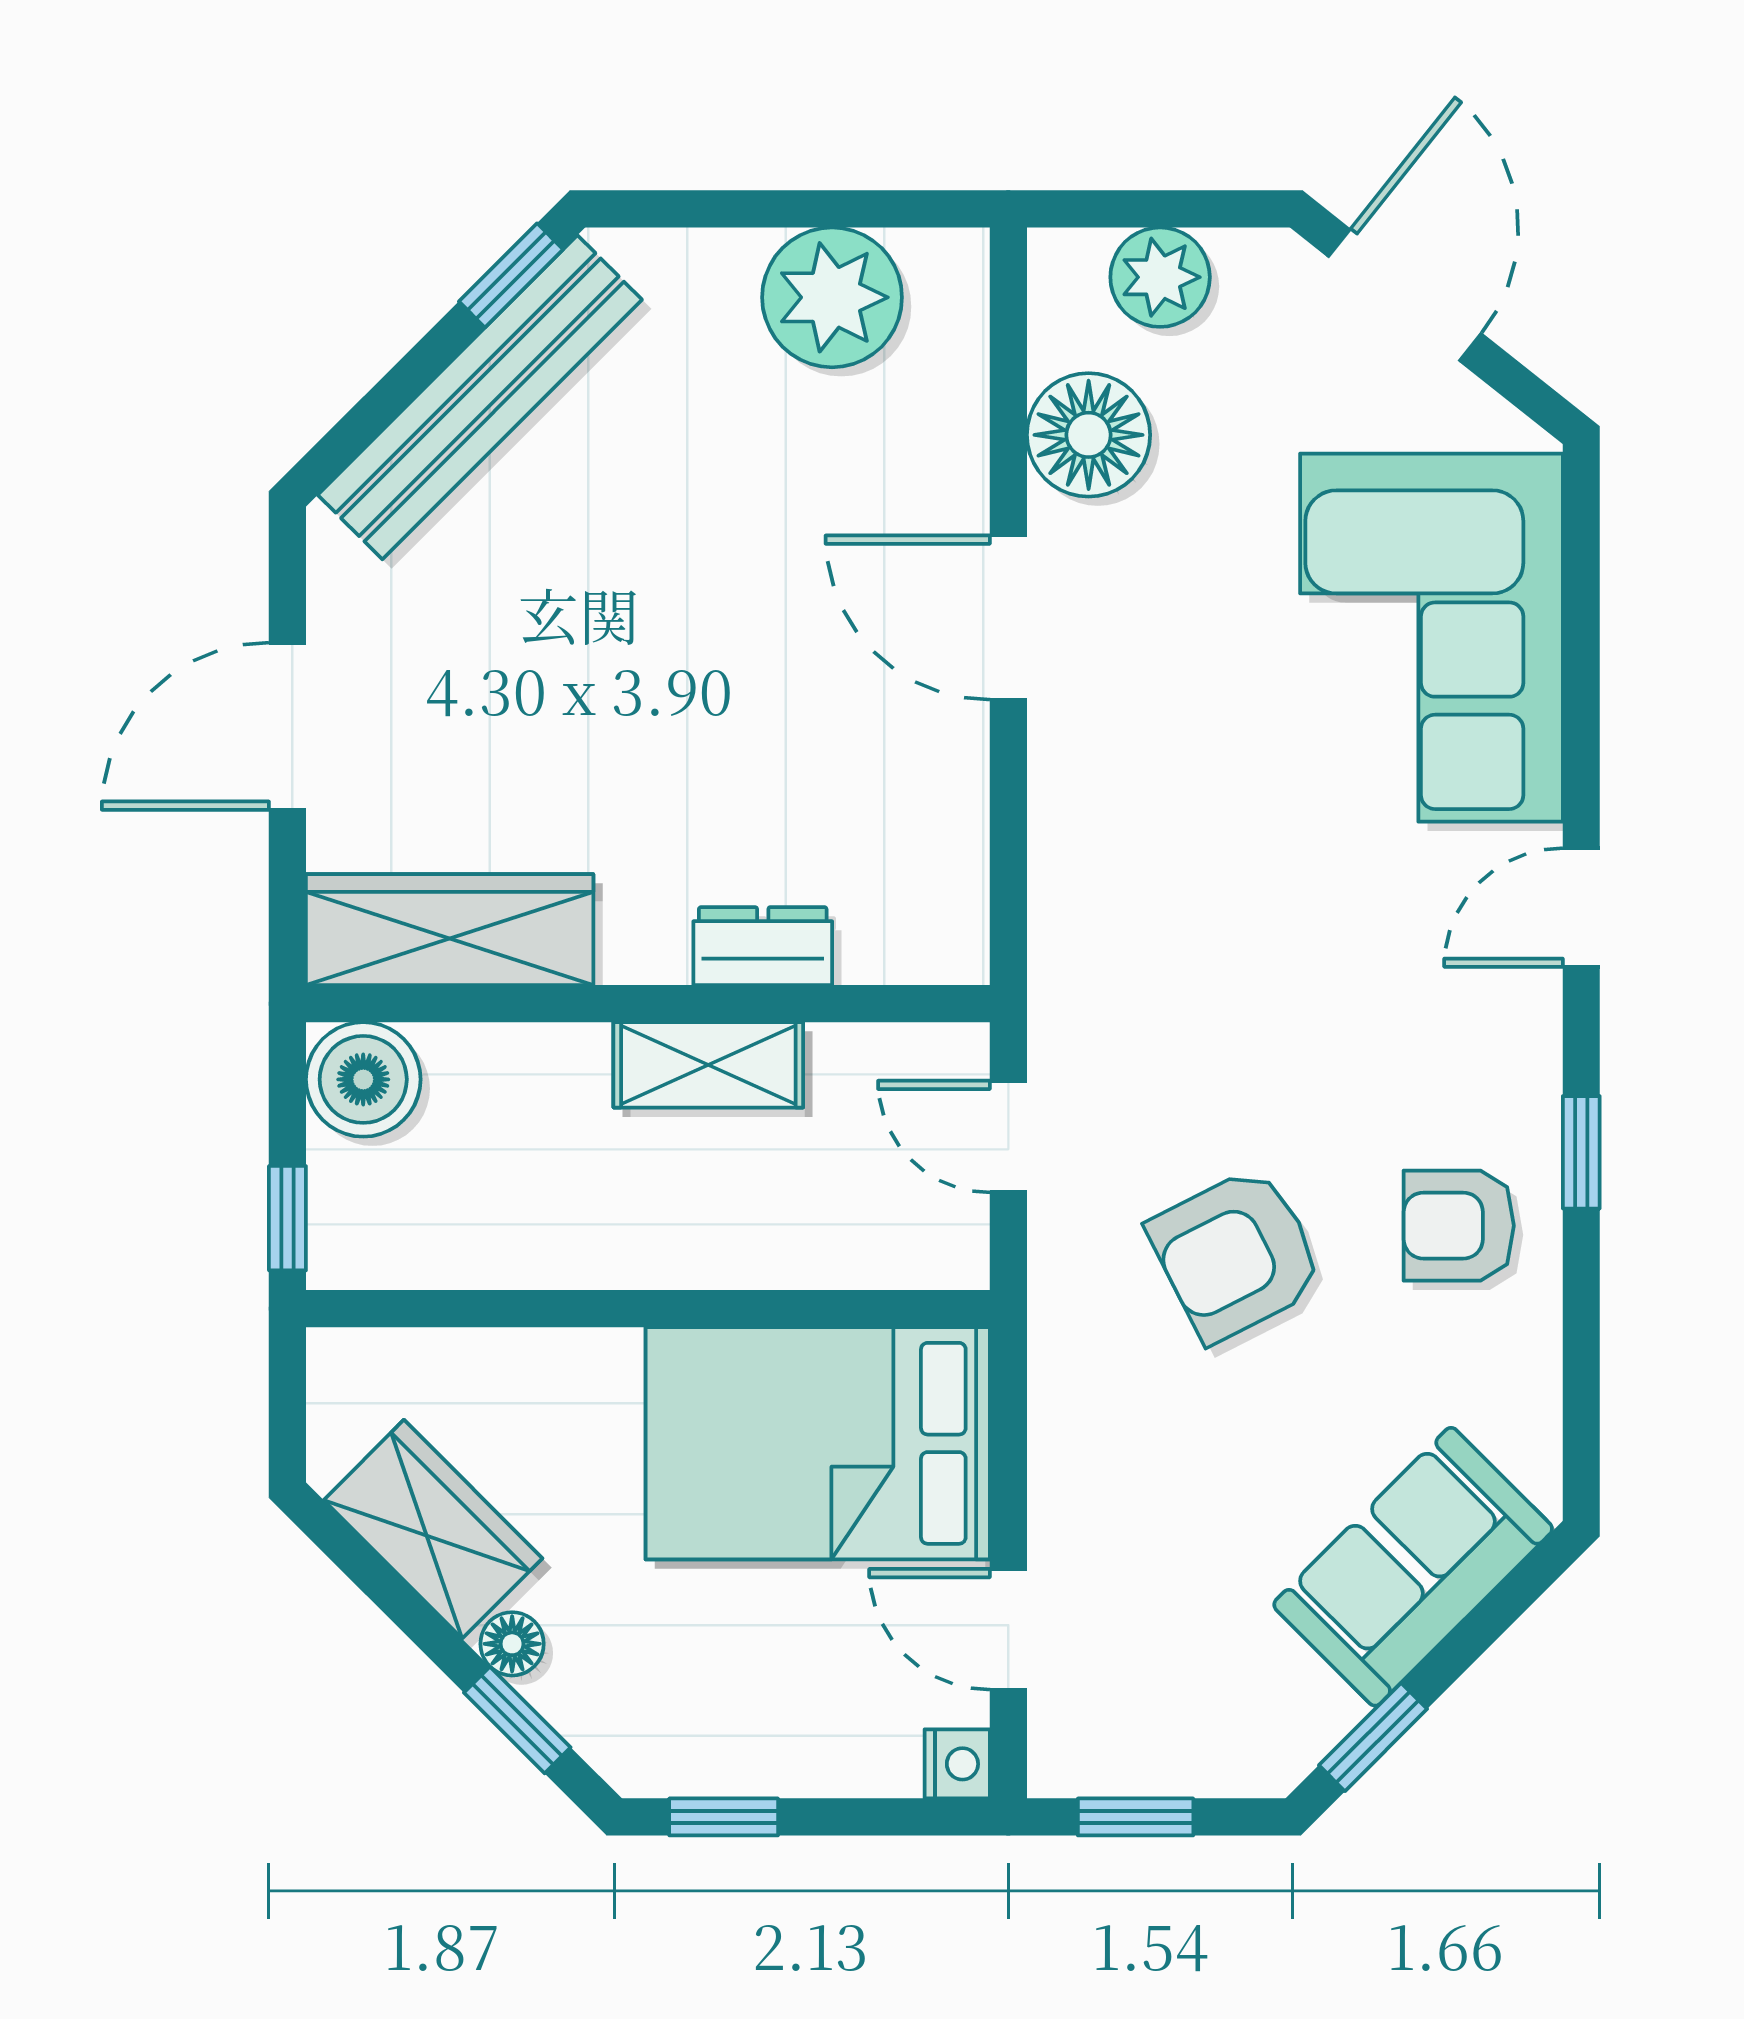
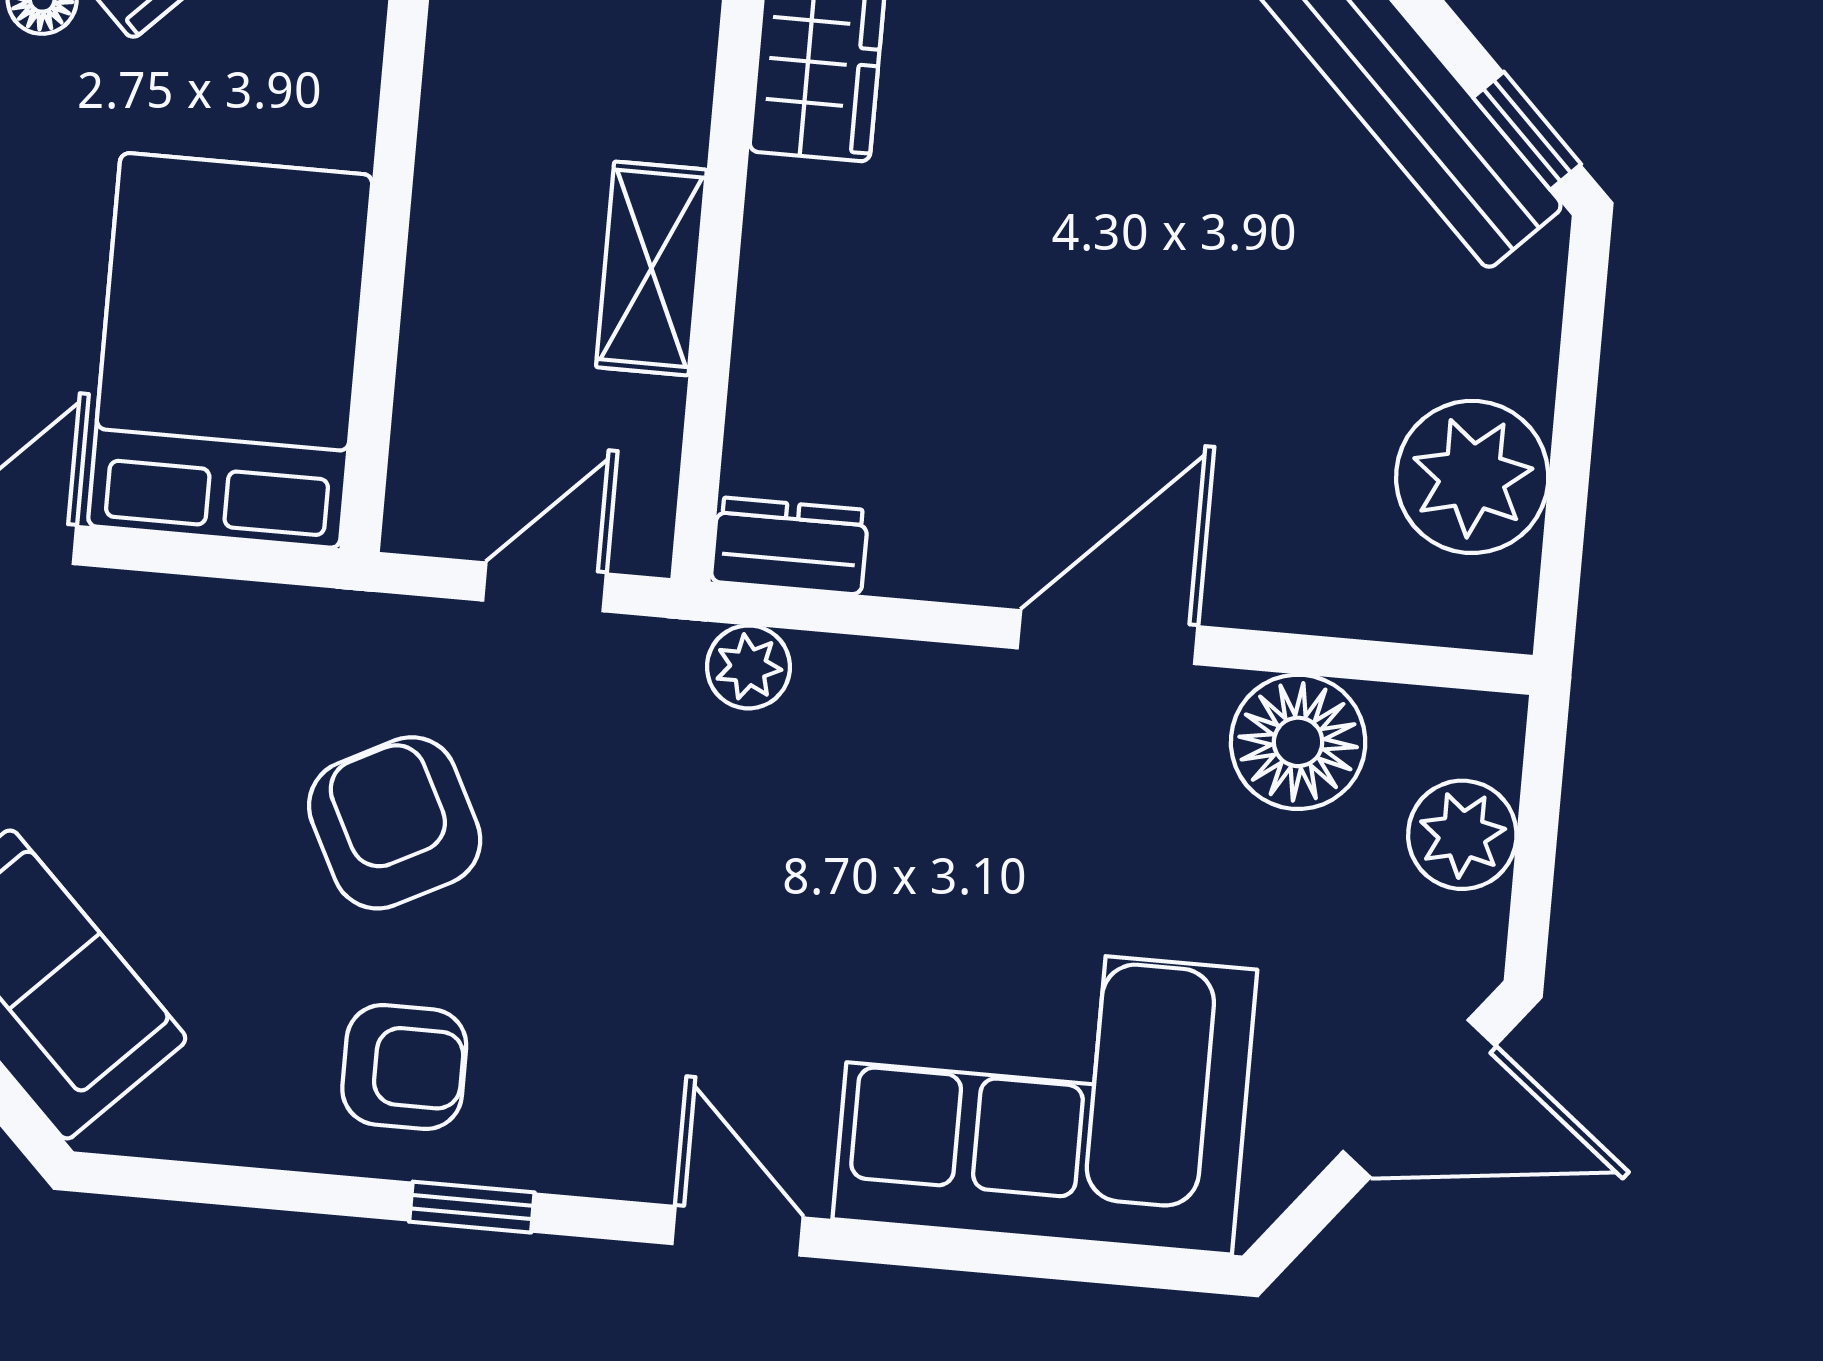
plant: (1065, 944) -> (748, 667), added
dresser: (763, 946) -> (790, 546), moved, turned -90
armchair: (1459, 1226) -> (404, 1067), turned 90

